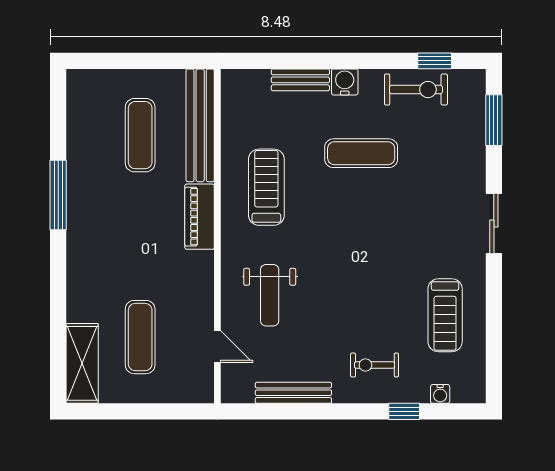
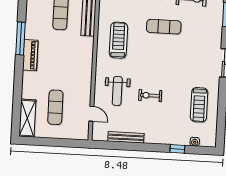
piano: (200, 217) -> (30, 55), moved, turned 180
exercise bike: (375, 365) -> (150, 95), moved

